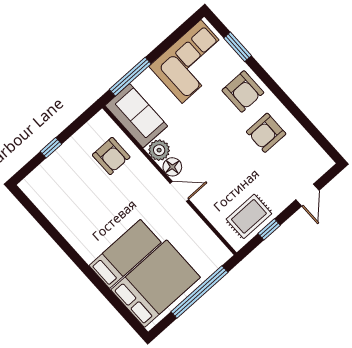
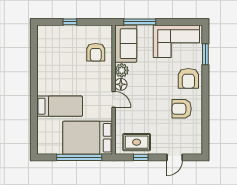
bed: (156, 284) -> (88, 138), moved, turned 180

